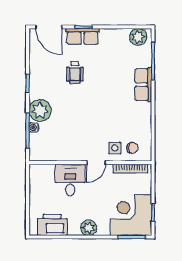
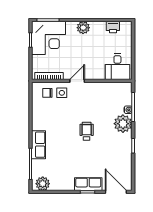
wheelchair: (75, 72) -> (87, 131), moved
desk: (70, 180) -> (117, 67), moved
printer: (52, 225) -> (113, 27), width x0.53, depth x0.68

